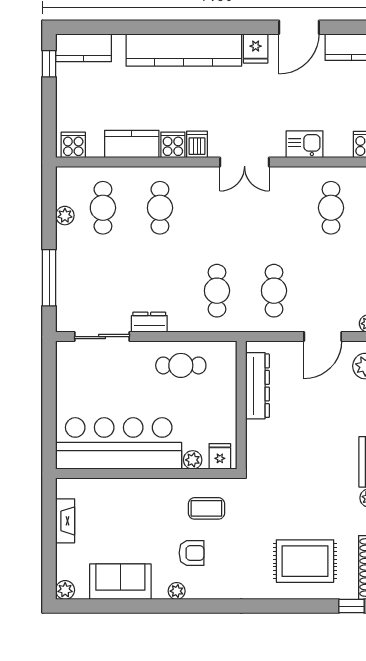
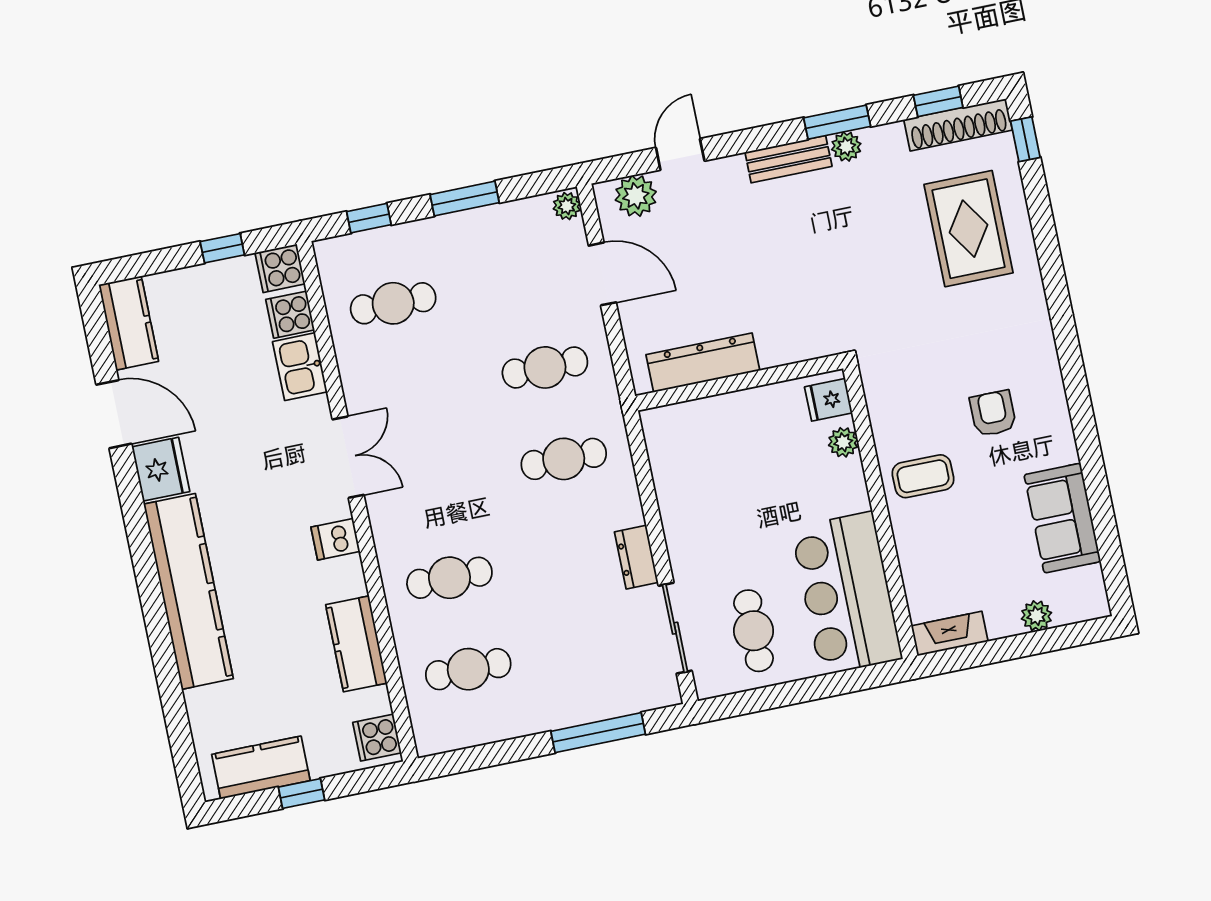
kitchen counter: (84, 48) -> (261, 767), moved, turned -90
fridge: (256, 48) -> (161, 469), width x1.38
window: (49, 64) -> (302, 794), moved
cooker: (173, 145) -> (290, 315), moved
plant: (65, 216) -> (493, 728), removed
cafe table: (181, 365) -> (754, 631), moved
bar counter: (119, 443) -> (847, 593), width x0.73
coffee table: (206, 508) -> (923, 476), moved, turned 90
fireplace: (65, 521) -> (950, 634), moved
plant: (65, 590) -> (1036, 616), moved
plant: (177, 591) -> (1059, 425), removed

